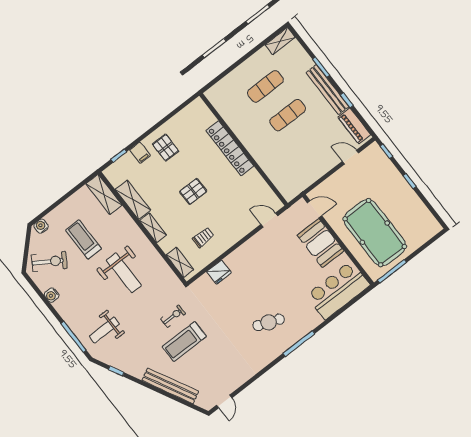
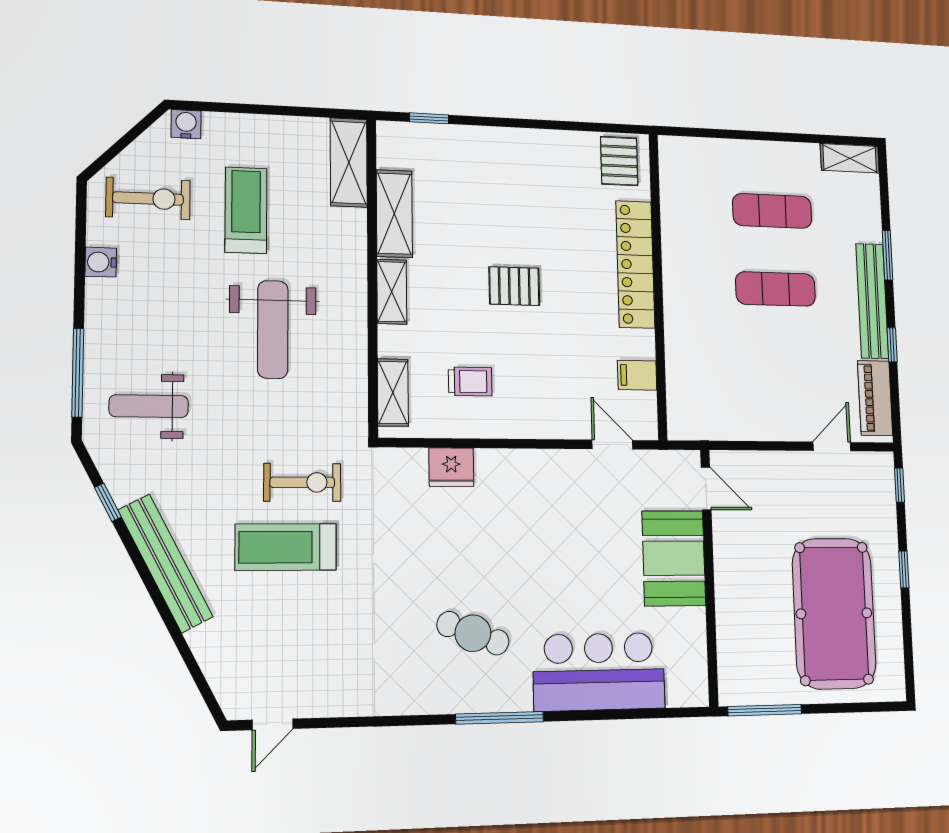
pallet: (166, 148) -> (619, 161), moved
filing cabinet: (140, 153) -> (637, 375), moved, turned 90
door: (350, 157) -> (832, 446), hinge flipped
pool table: (375, 233) -> (834, 613), moved
exercise bike: (49, 262) -> (148, 198), turned -32
bar counter: (338, 290) -> (599, 672), moved
exercise bike: (173, 316) -> (302, 482), width x1.38, depth x1.39
bench: (170, 386) -> (165, 563), moved

